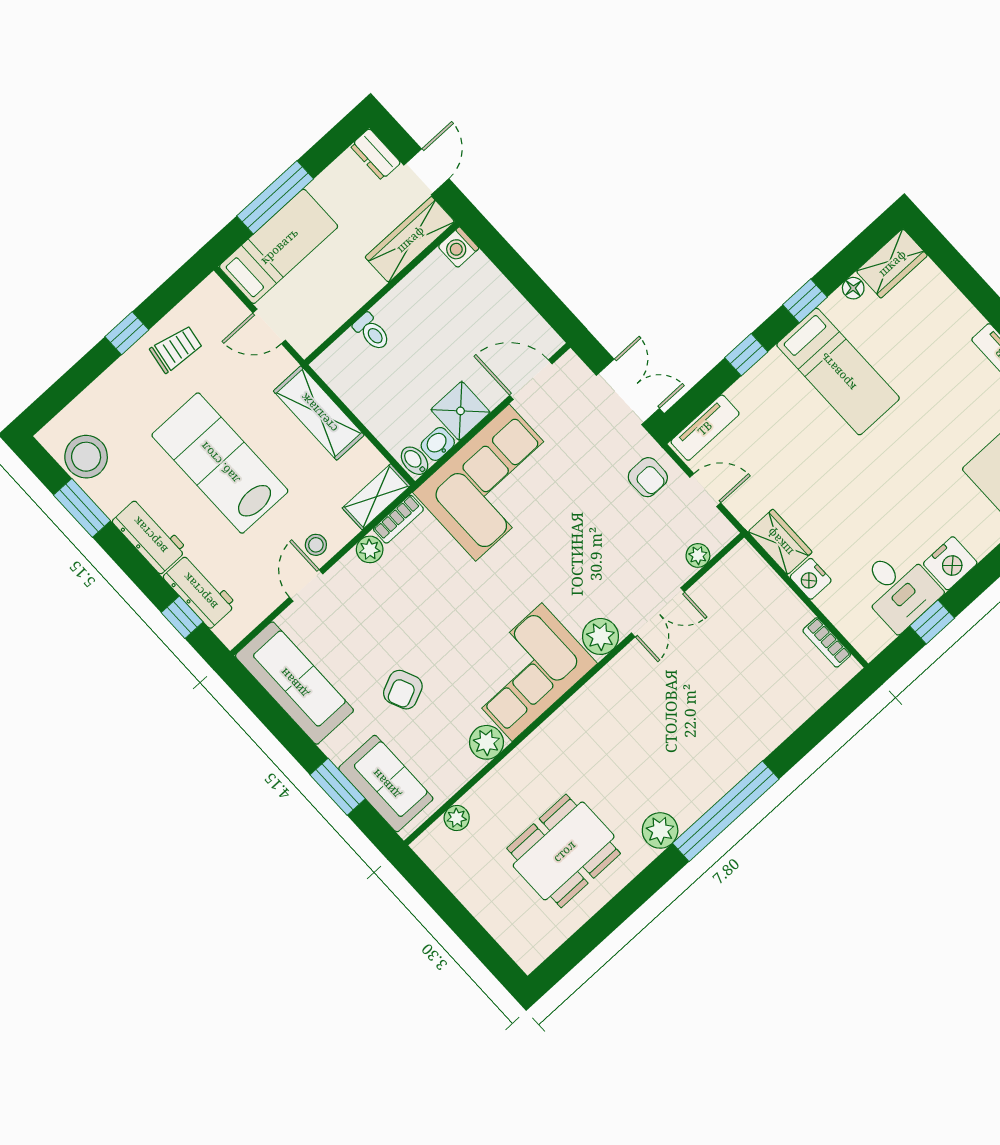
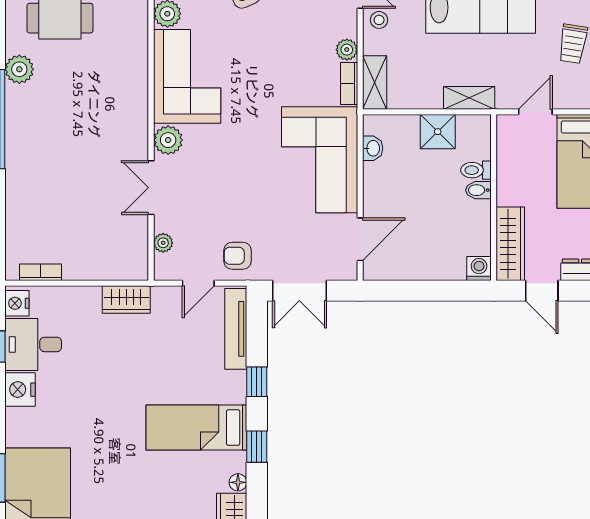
shower: (460, 411) -> (438, 132), moved
shelving: (319, 413) -> (469, 98), width x0.67, depth x0.75
tv unit: (705, 428) -> (236, 329), width x1.41
bidet: (415, 461) -> (478, 190), moved, turned 180
nightstand: (811, 579) -> (17, 303), moved, turned -90

